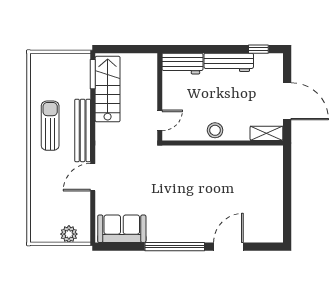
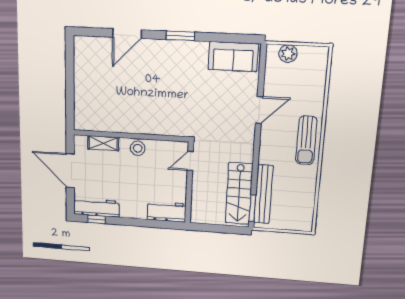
workbench: (229, 62) -> (96, 208), moved
sun lounger: (50, 126) -> (306, 140), moved
bench: (83, 130) -> (263, 194), moved
shelving: (266, 133) -> (103, 143), moved
window: (175, 247) -> (180, 36), width x0.47

